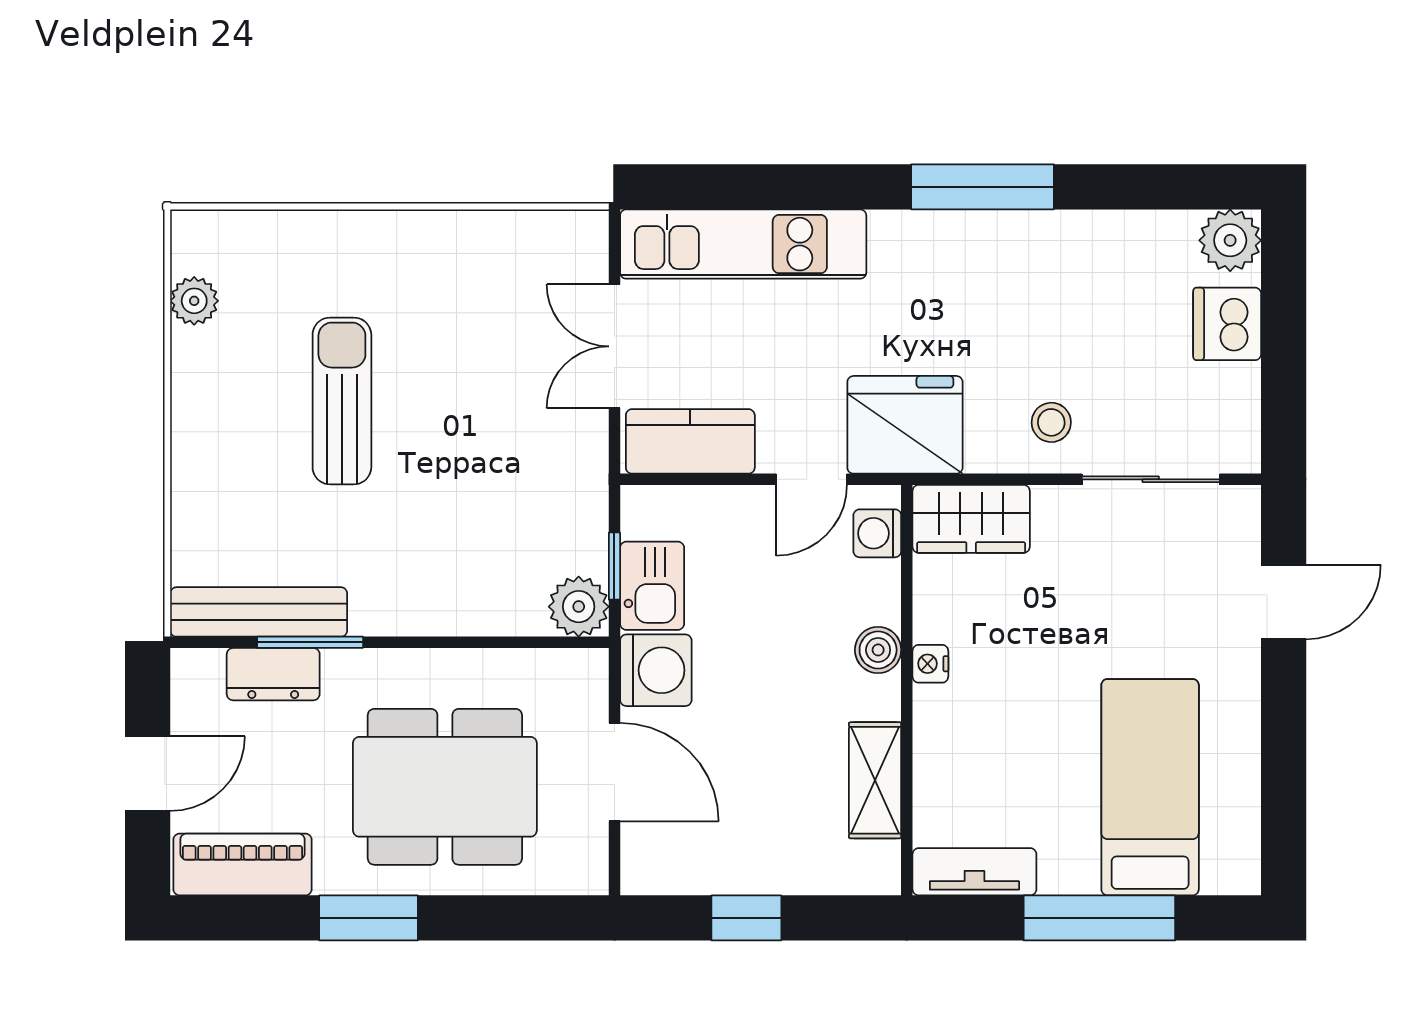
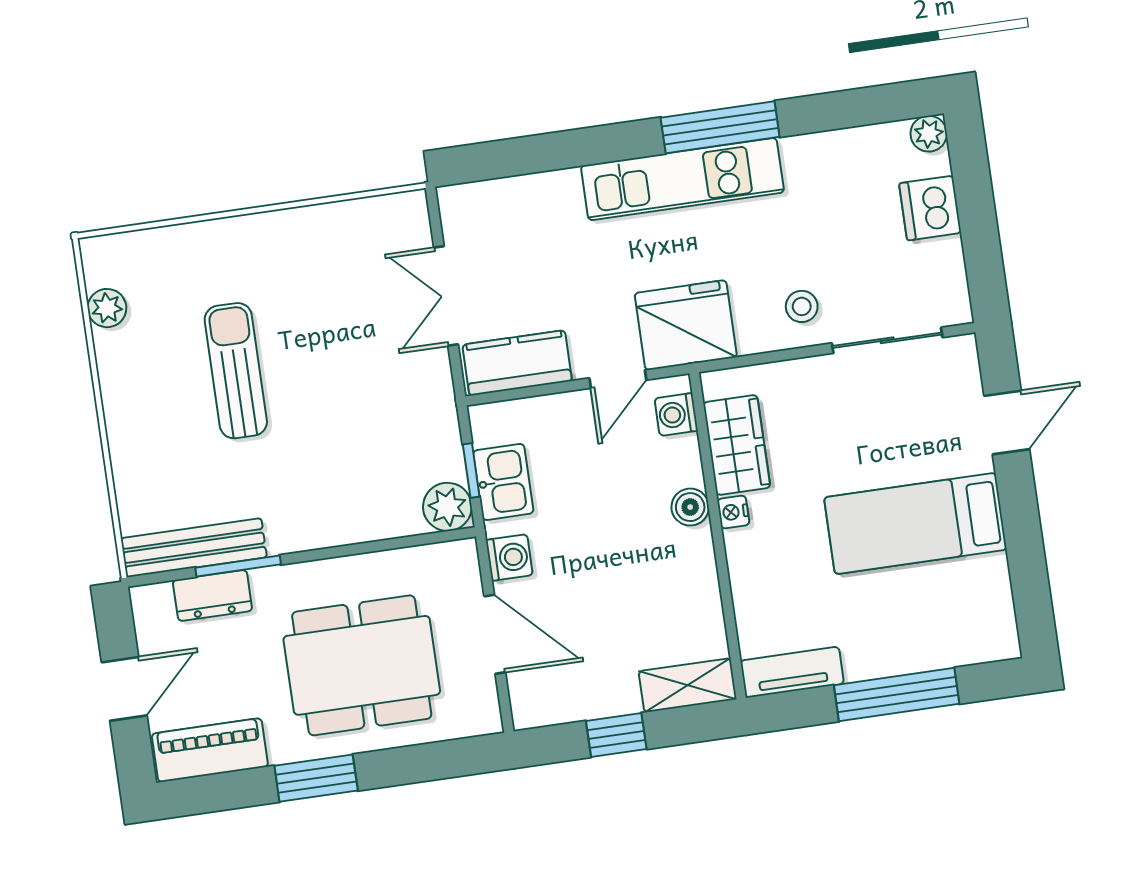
plant: (1230, 240) -> (929, 134), width x0.73, depth x0.73
kitchen unit: (743, 244) -> (682, 179), moved
wardrobe: (971, 519) -> (737, 445), moved, turned -90
washing machine: (656, 670) -> (509, 557), width x0.73, depth x0.73
shelving: (875, 780) -> (688, 685), moved, turned 90
bed: (1150, 787) -> (915, 523), moved, turned -90

